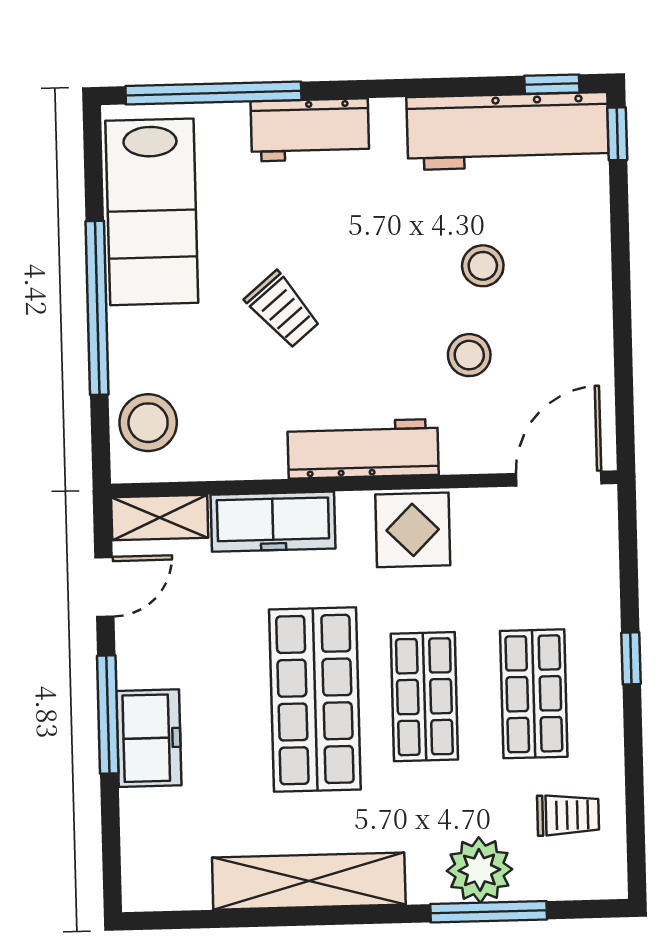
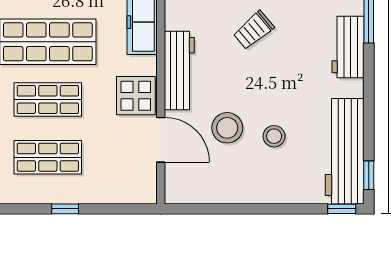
stool: (469, 355) -> (227, 128), width x1.38, depth x1.38
door: (559, 479) -> (161, 140), moved

